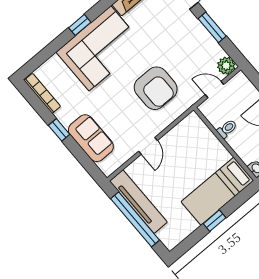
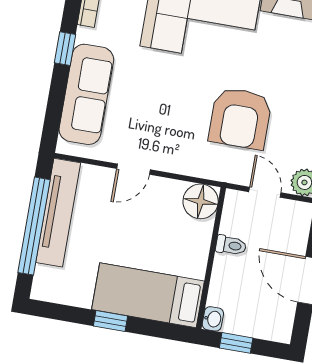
armchair: (156, 88) -> (240, 118), moved
floor lamp: (192, 126) -> (201, 201), added
sofa: (91, 138) -> (86, 94), width x1.36

